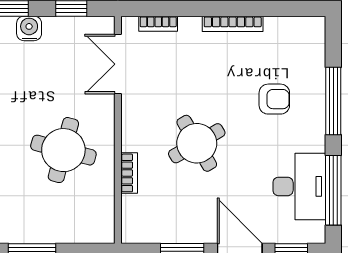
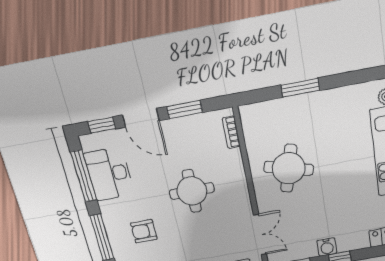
round table: (197, 143) -> (192, 191), turned 30
bookcase: (129, 173) -> (231, 132), moved

